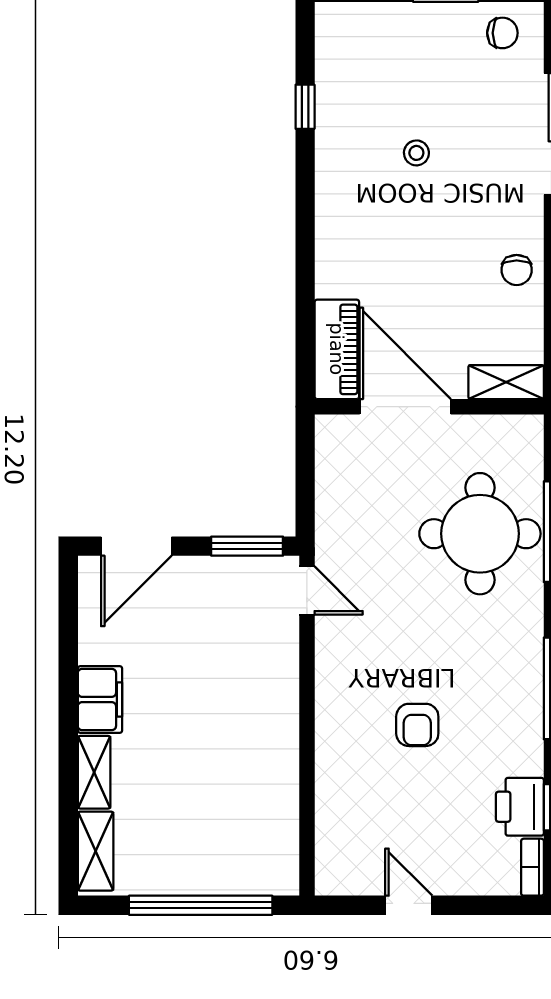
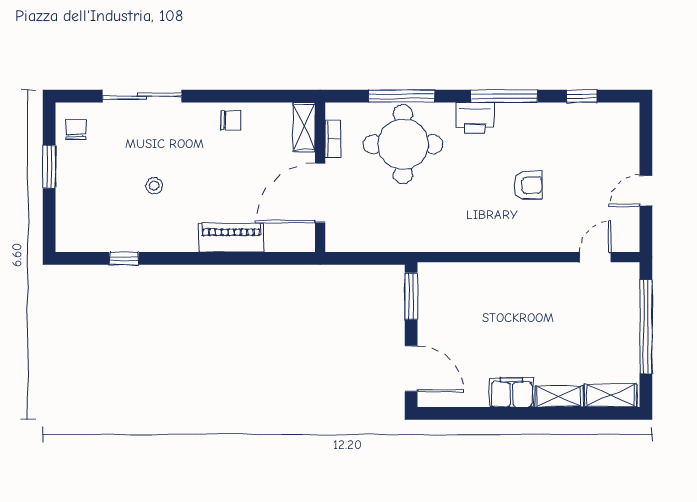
piano: (337, 349) -> (231, 238), moved
door: (307, 590) -> (595, 257), moved
printer: (520, 807) -> (475, 118), moved
bookcase: (532, 867) -> (333, 139), moved, turned -90

